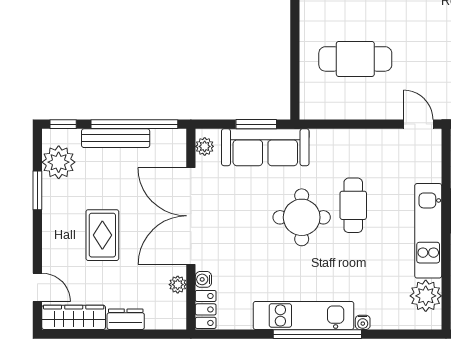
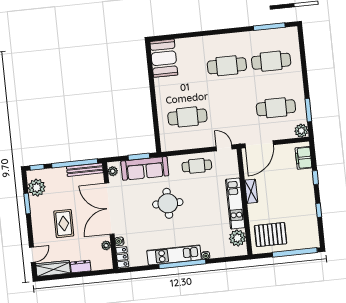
bench: (116, 138) -> (85, 170), moved
cafe table: (353, 205) -> (197, 166), moved, turned 90
door: (37, 287) -> (32, 255), hinge flipped

